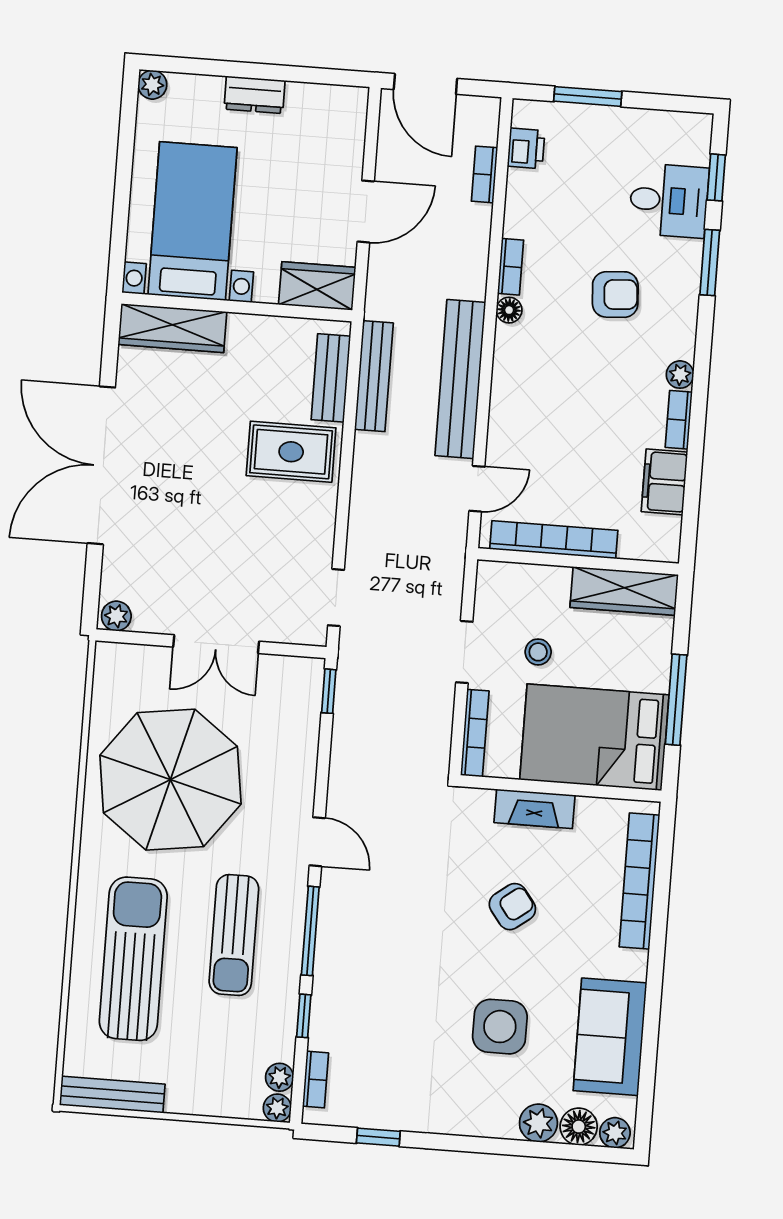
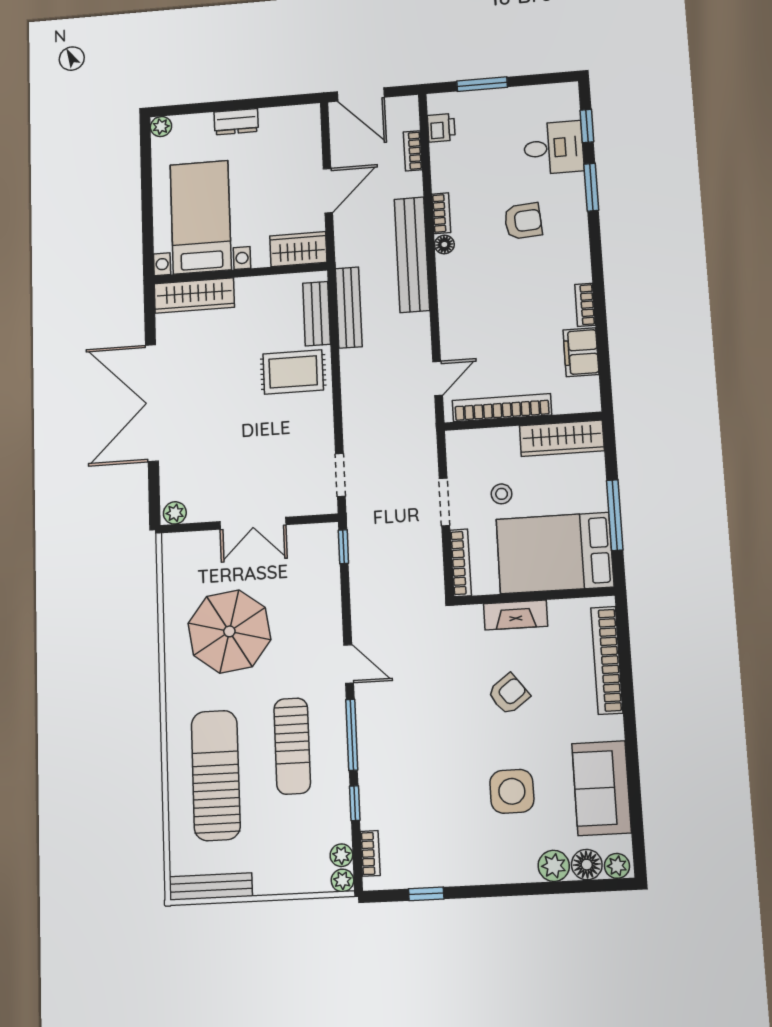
plant: (680, 375) -> (581, 272), removed
bench: (460, 379) -> (412, 255), moved
parasol: (170, 780) -> (229, 631), width x0.73, depth x0.73

